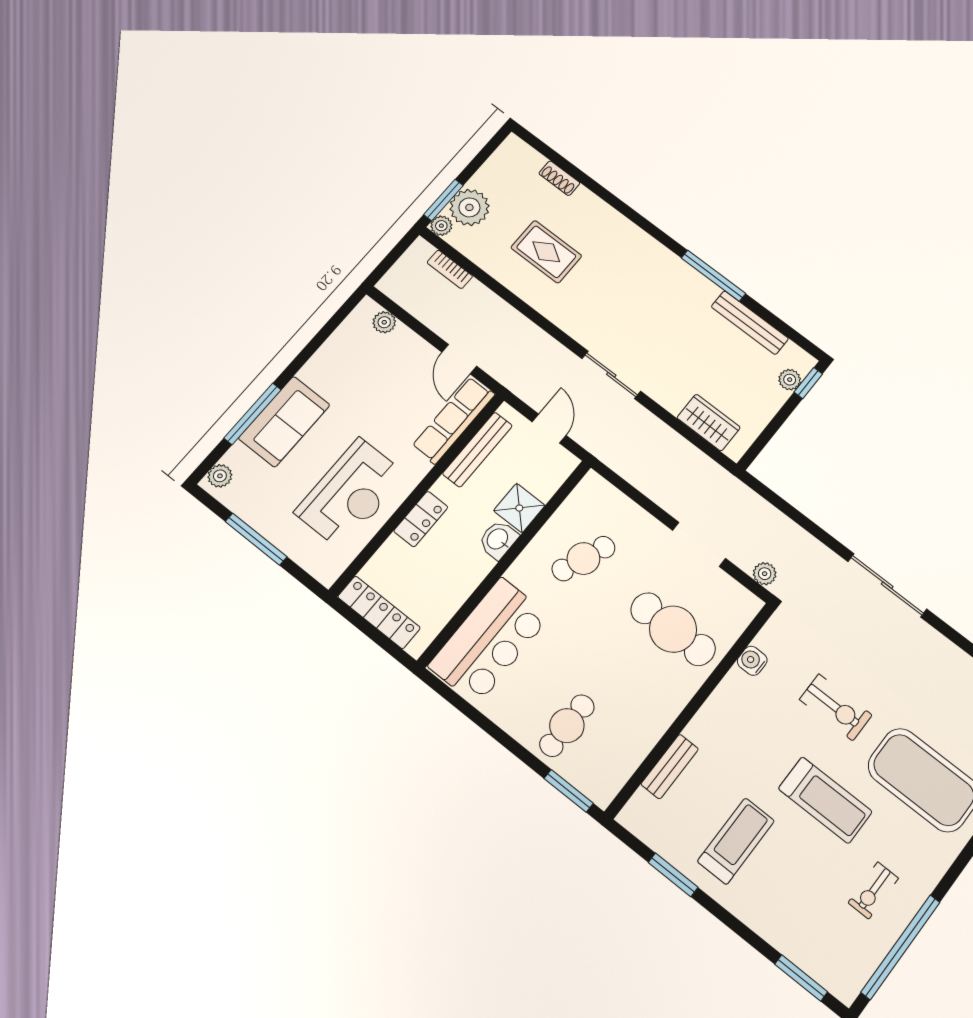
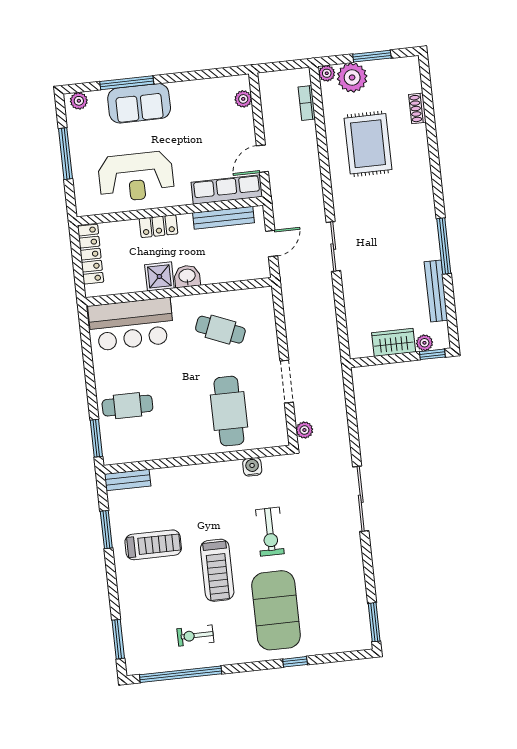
window: (443, 200) -> (372, 56), moved
rug: (546, 252) -> (368, 144), width x1.36, depth x1.43
wardrobe: (709, 423) -> (394, 342), moved, turned -90
shower: (519, 508) -> (159, 276), moved
bench: (670, 767) -> (128, 480), moved

